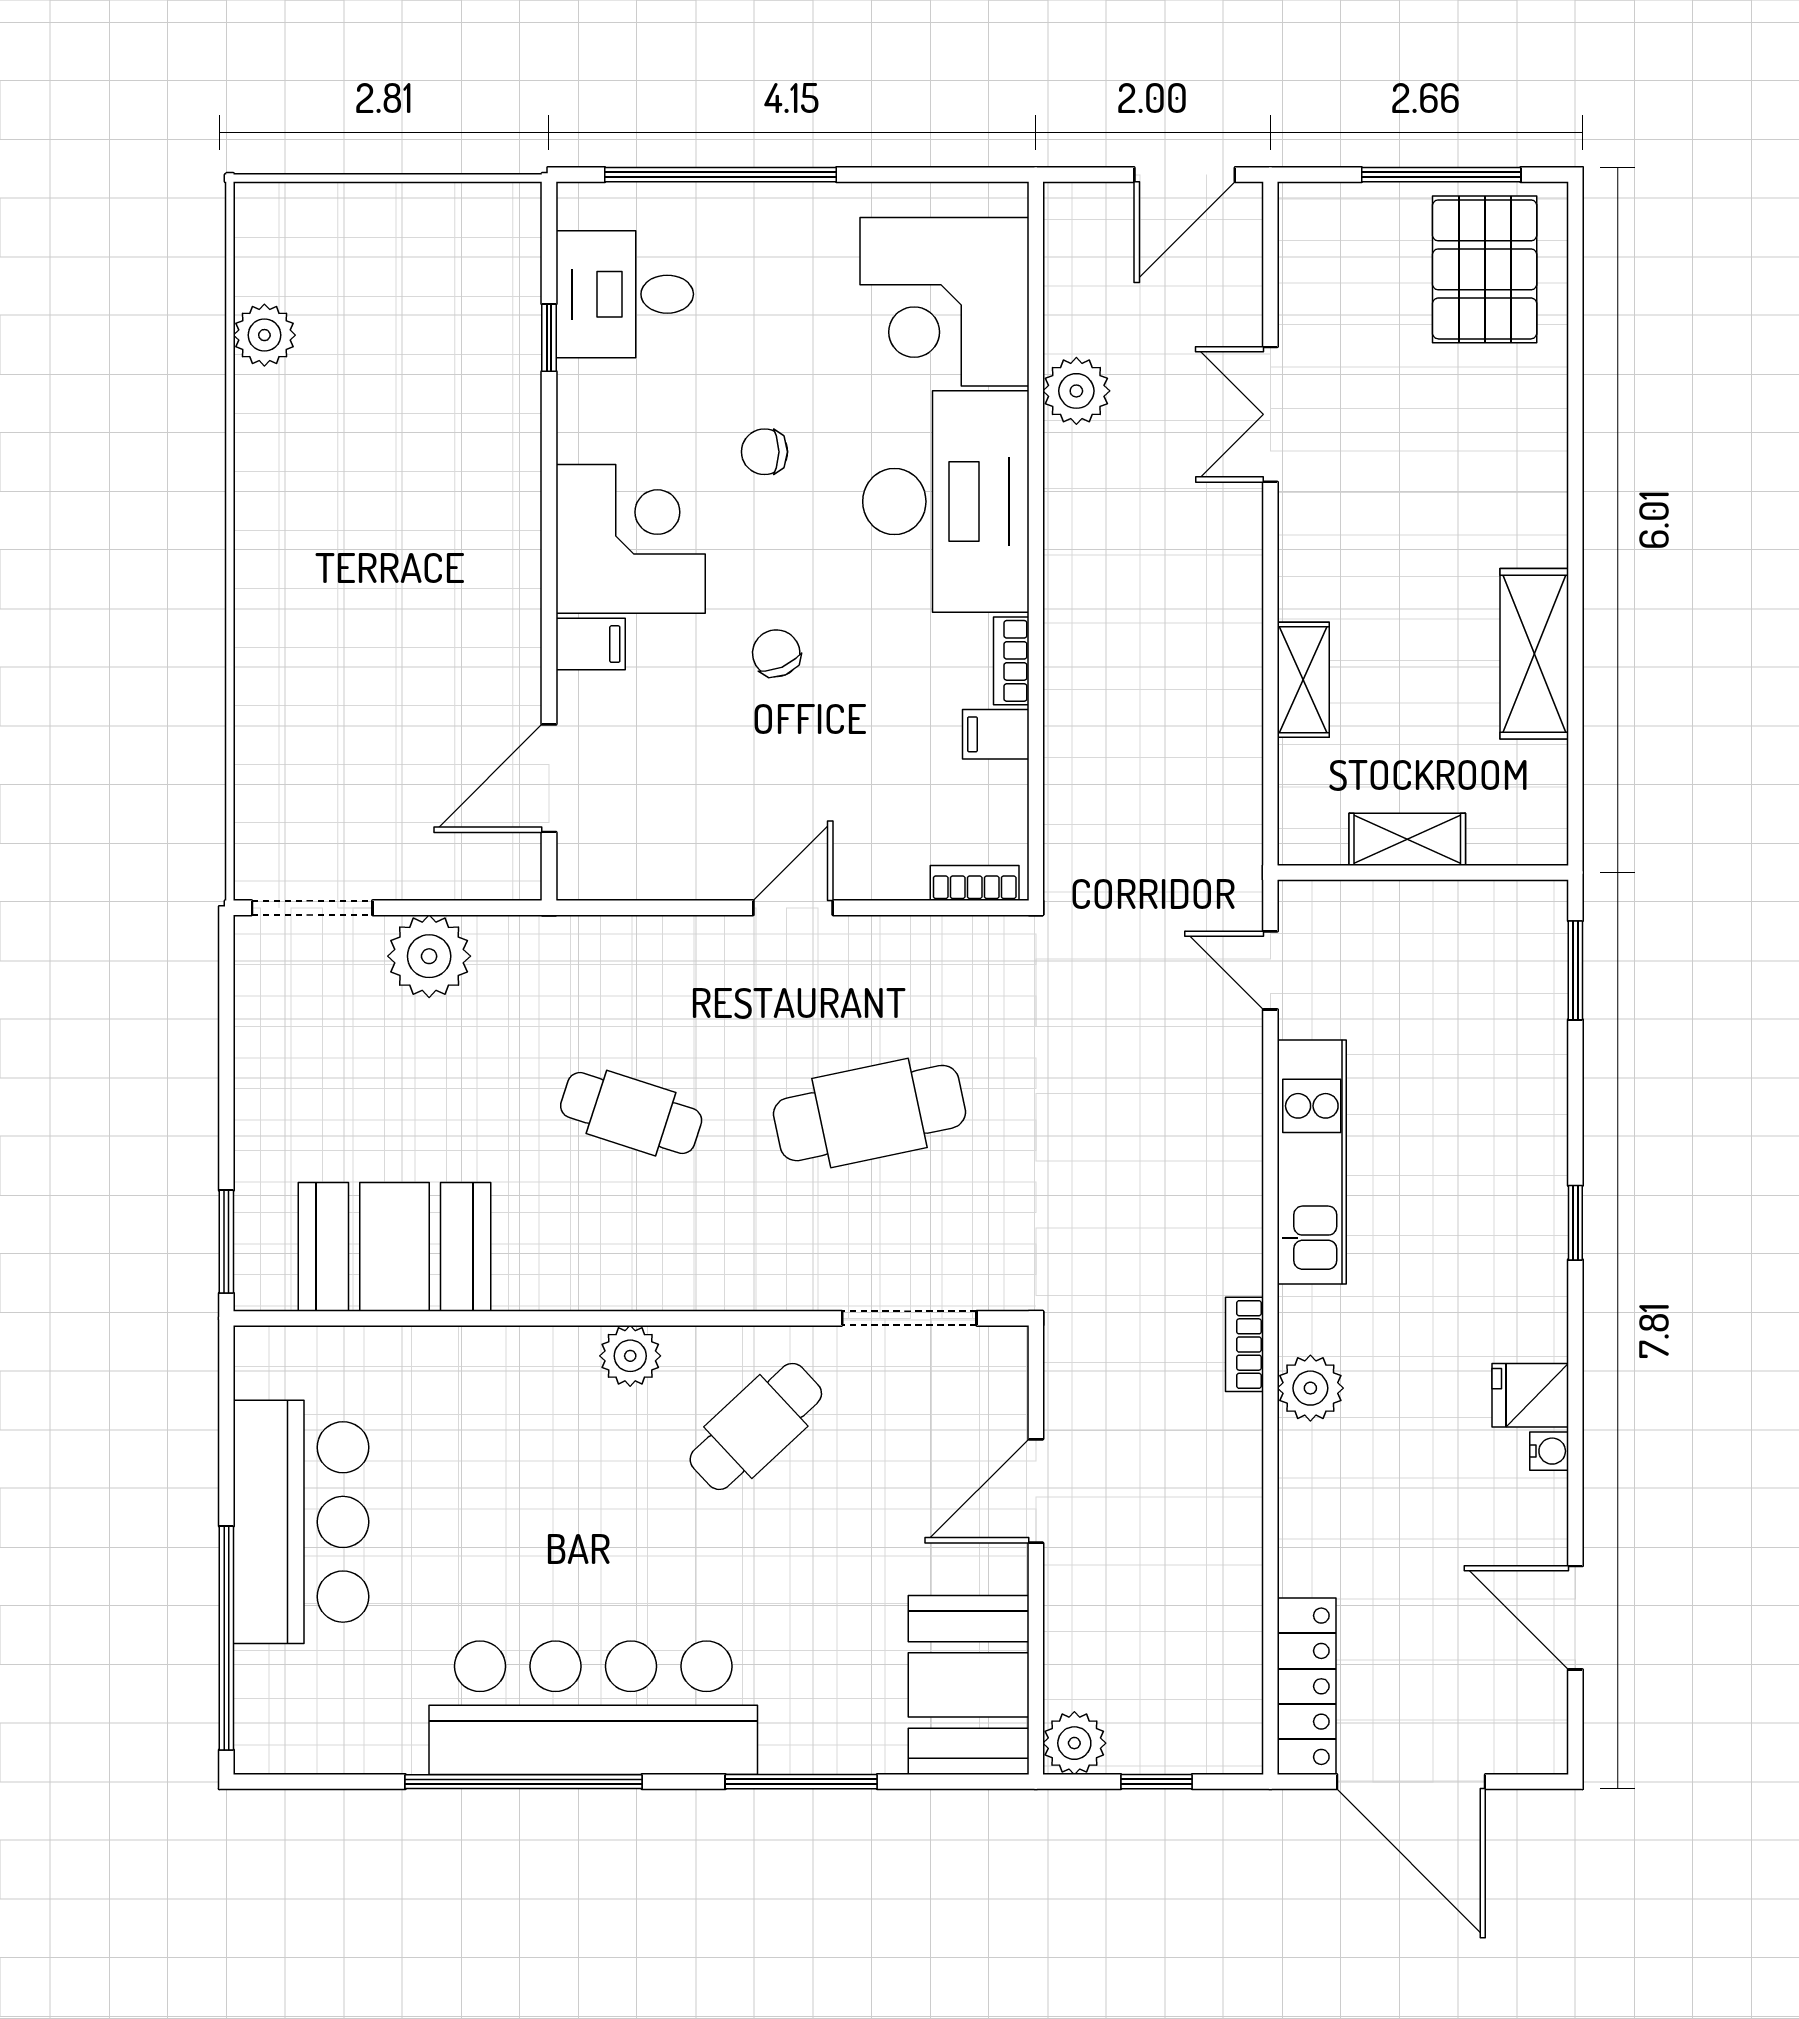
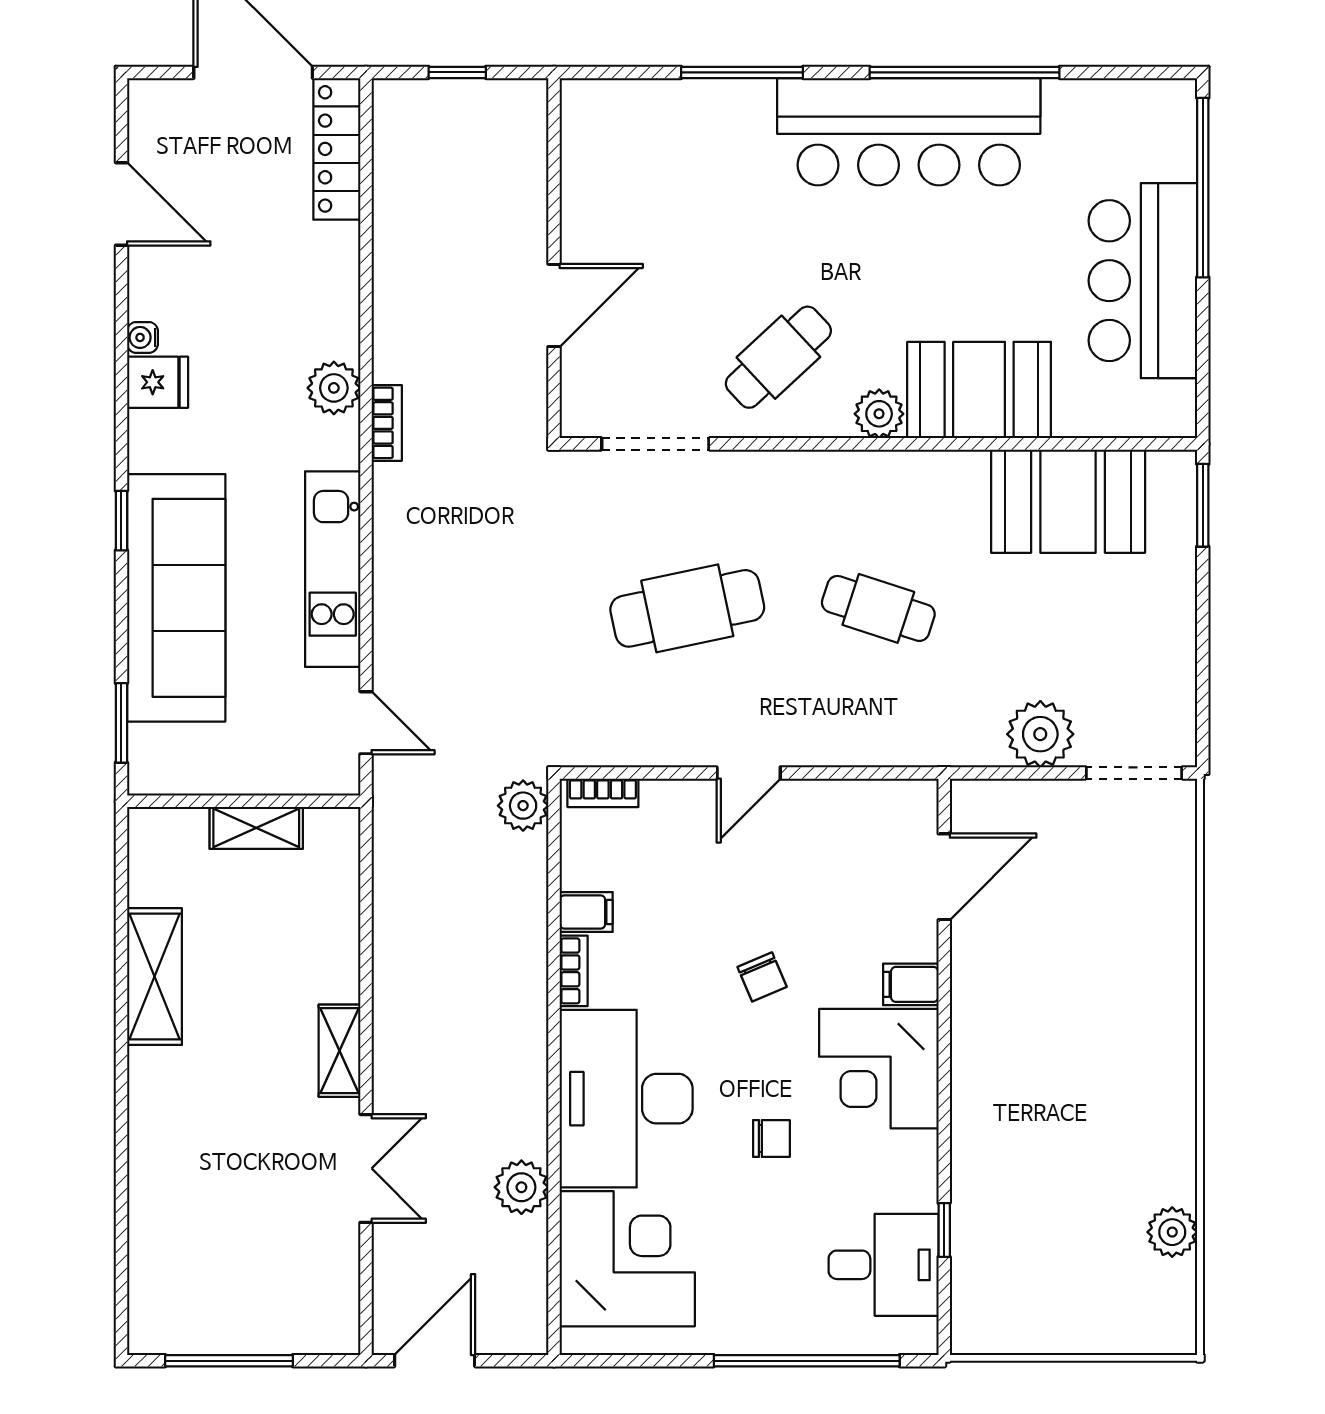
pallet: (1485, 269) -> (194, 1285), removed
shelving: (1303, 680) -> (339, 1051), moved
sofa: (1507, 1126) -> (176, 598), added
booth: (969, 1685) -> (979, 390), moved, turned 90
plant: (1074, 1743) -> (523, 806), moved

